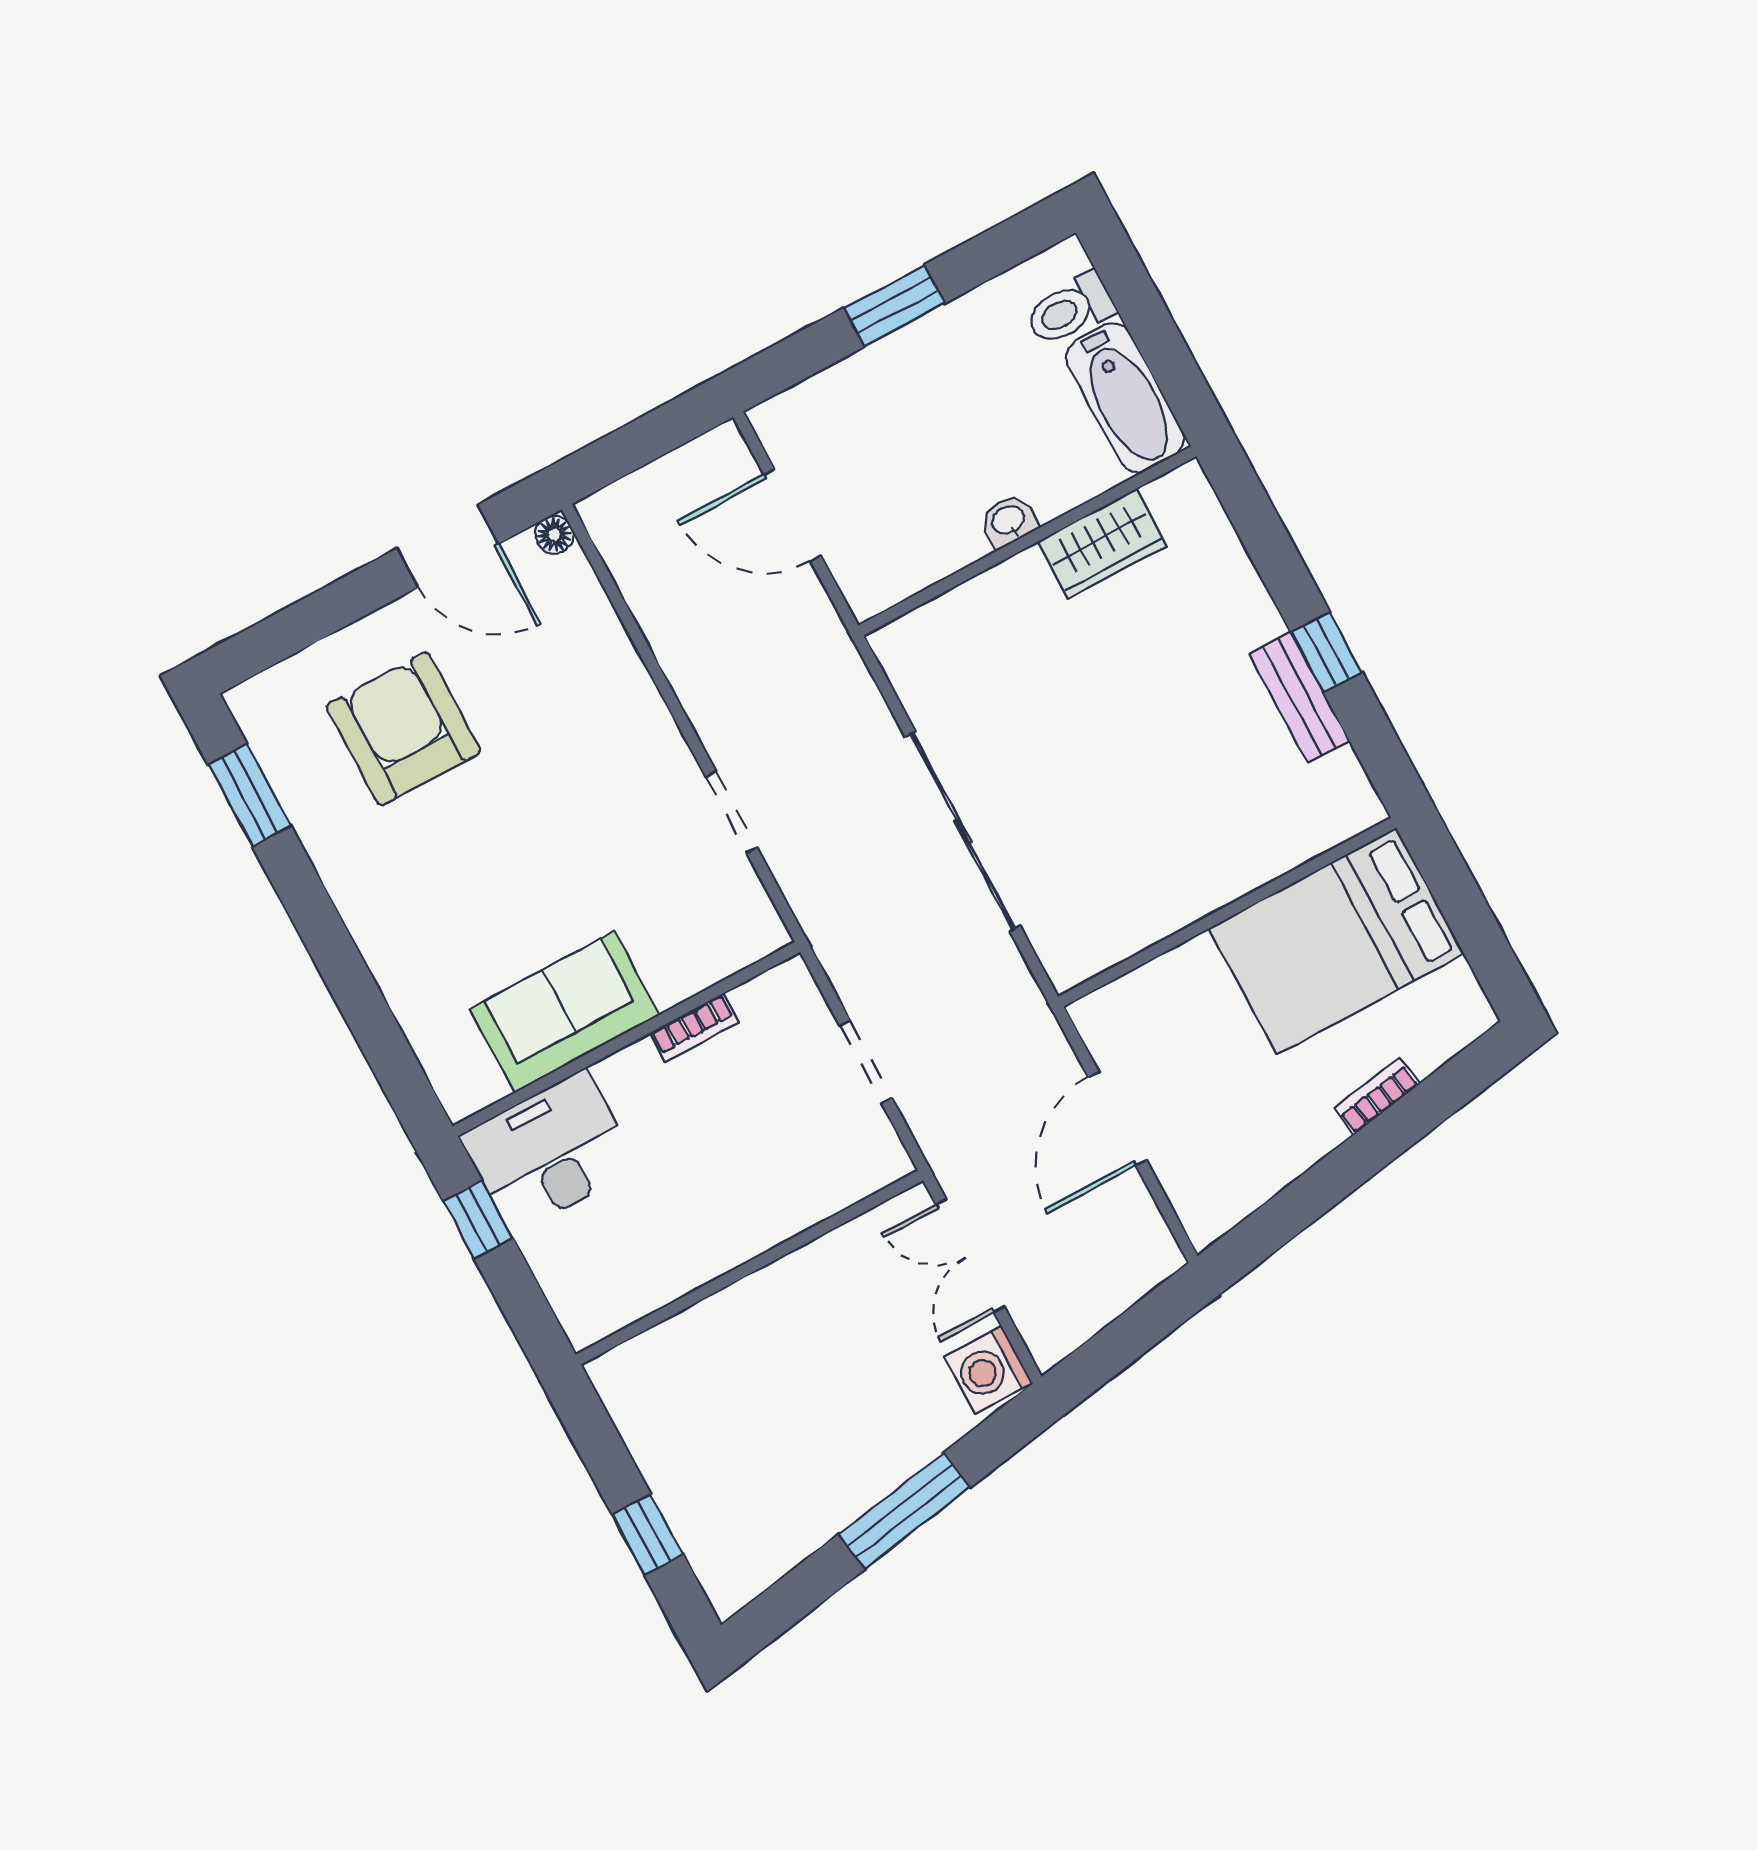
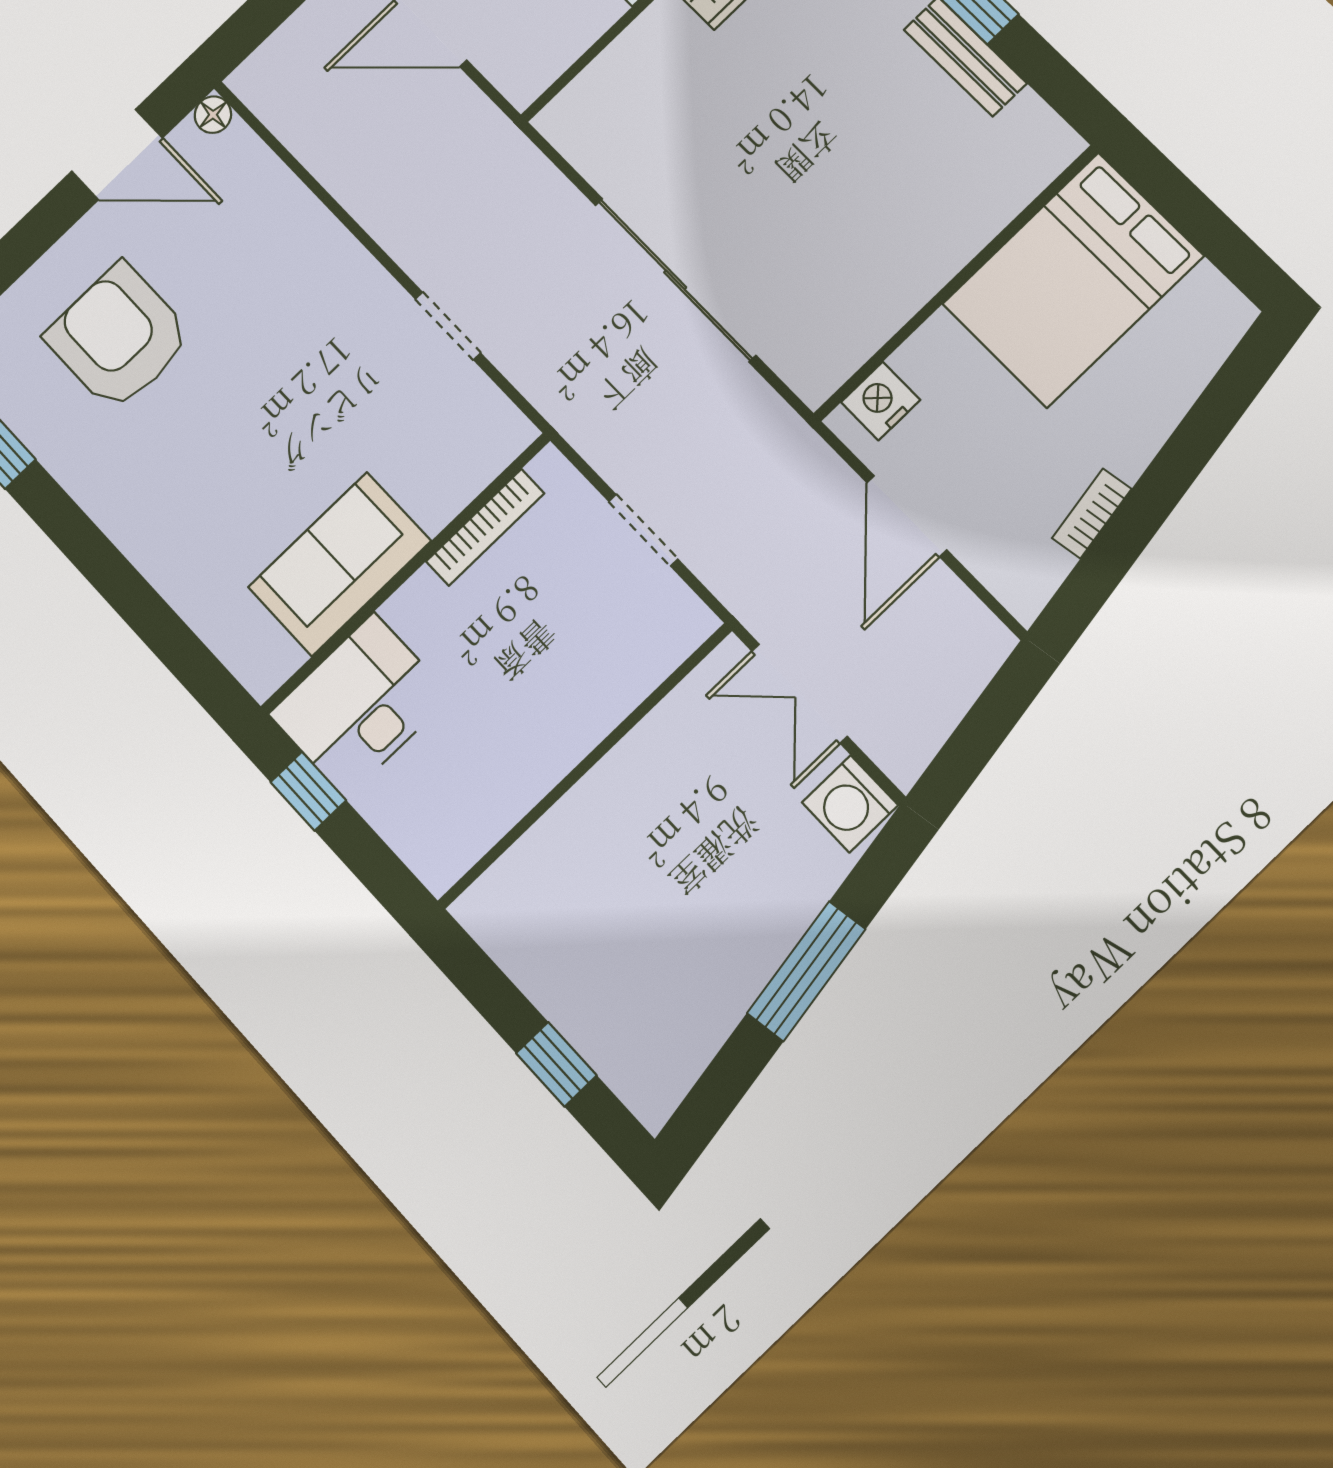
nightstand: (1124, 1003) -> (881, 401), added
bookcase: (694, 1028) -> (485, 527), width x1.56
bookcase: (1377, 1096) -> (1092, 514), moved

